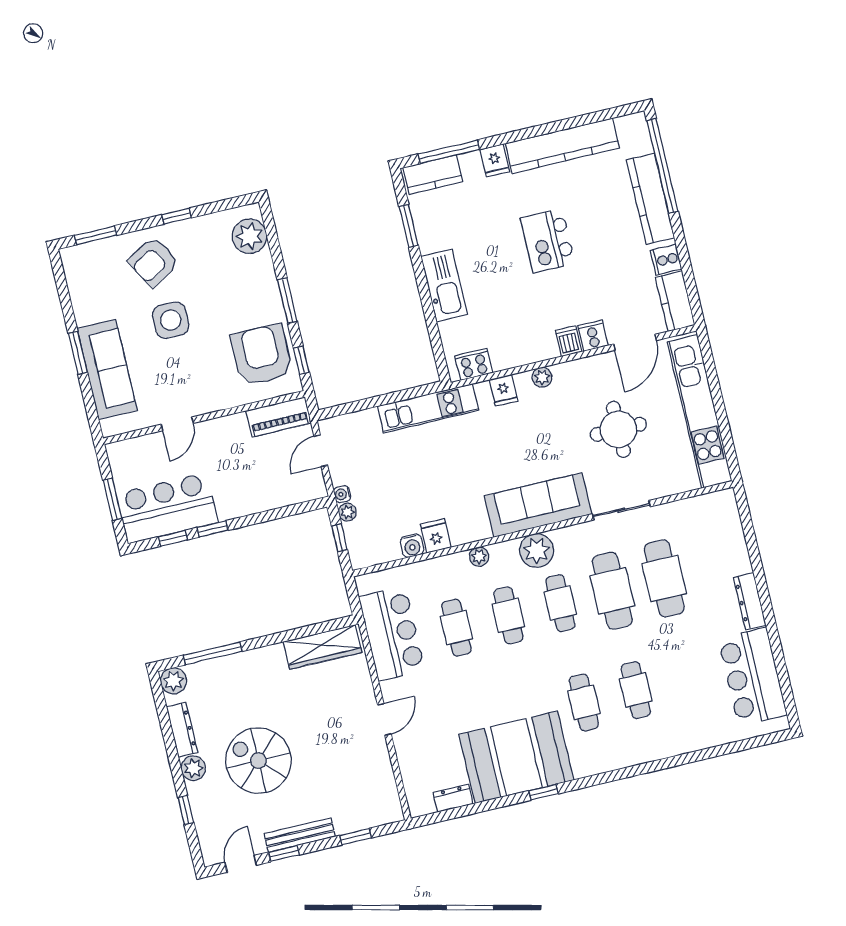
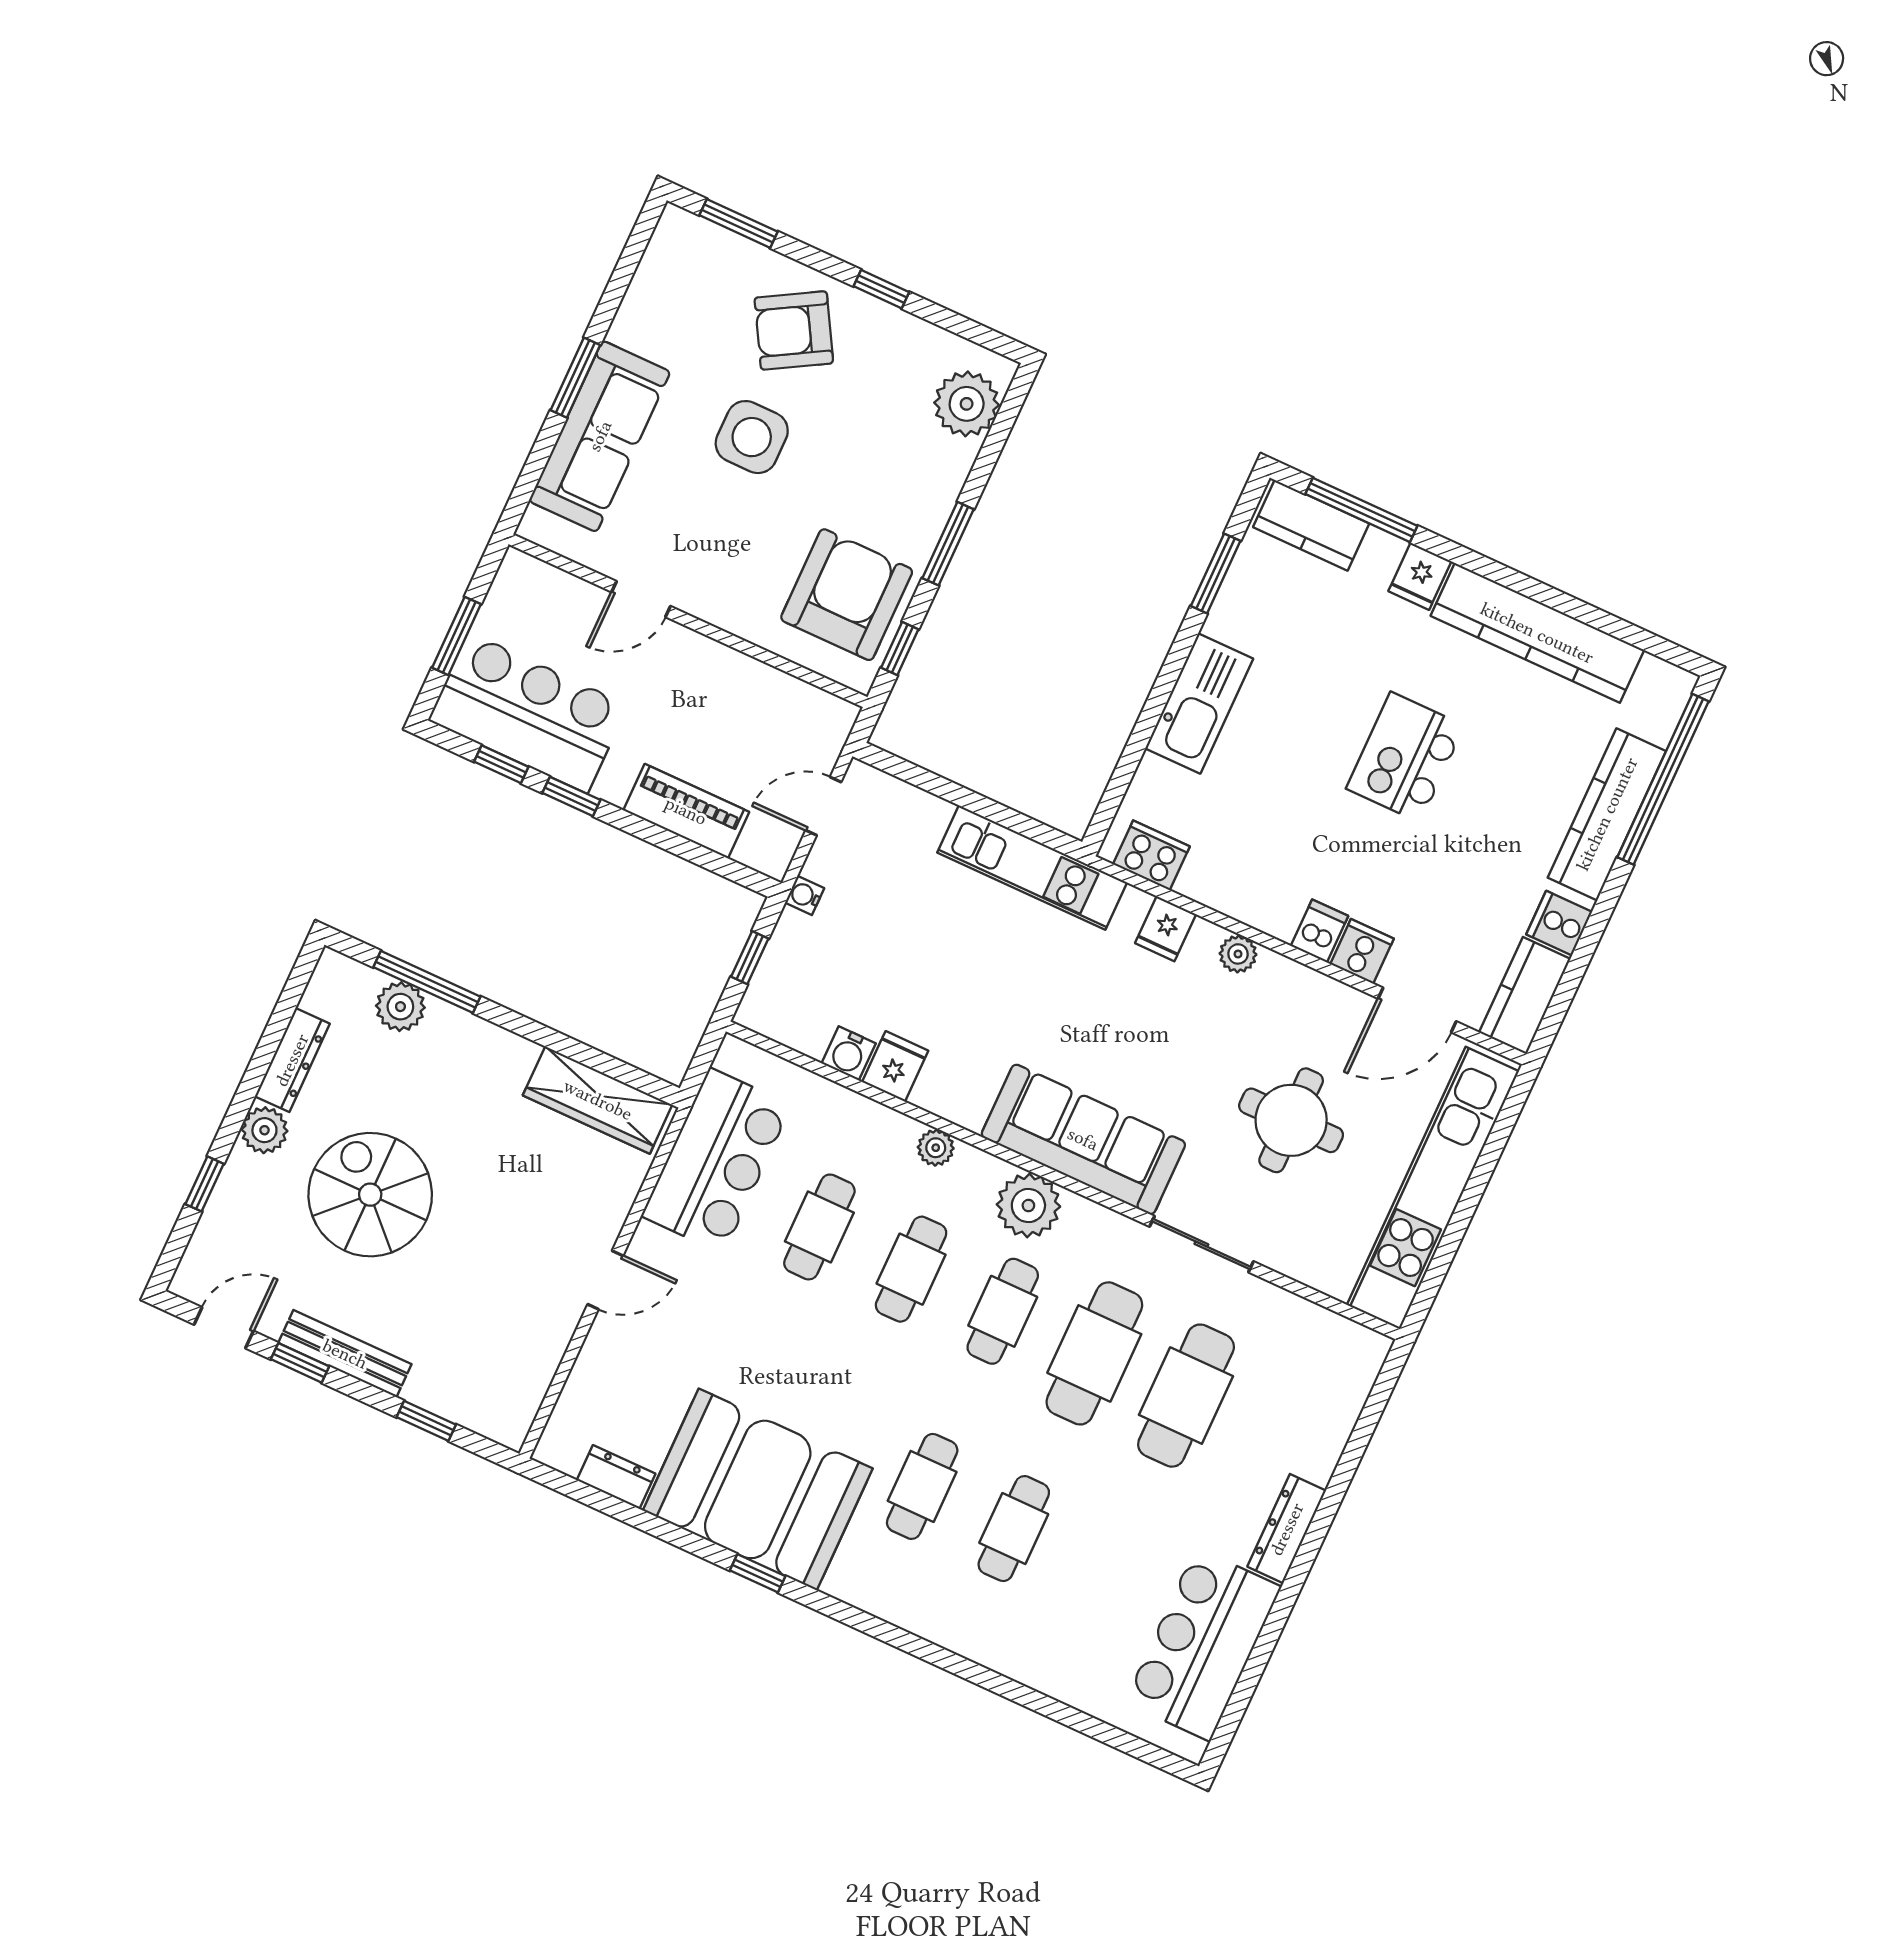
piano: (279, 417) -> (686, 811), moved, turned 180
plant: (347, 512) -> (792, 928), removed
plant: (173, 681) -> (400, 1007), moved

